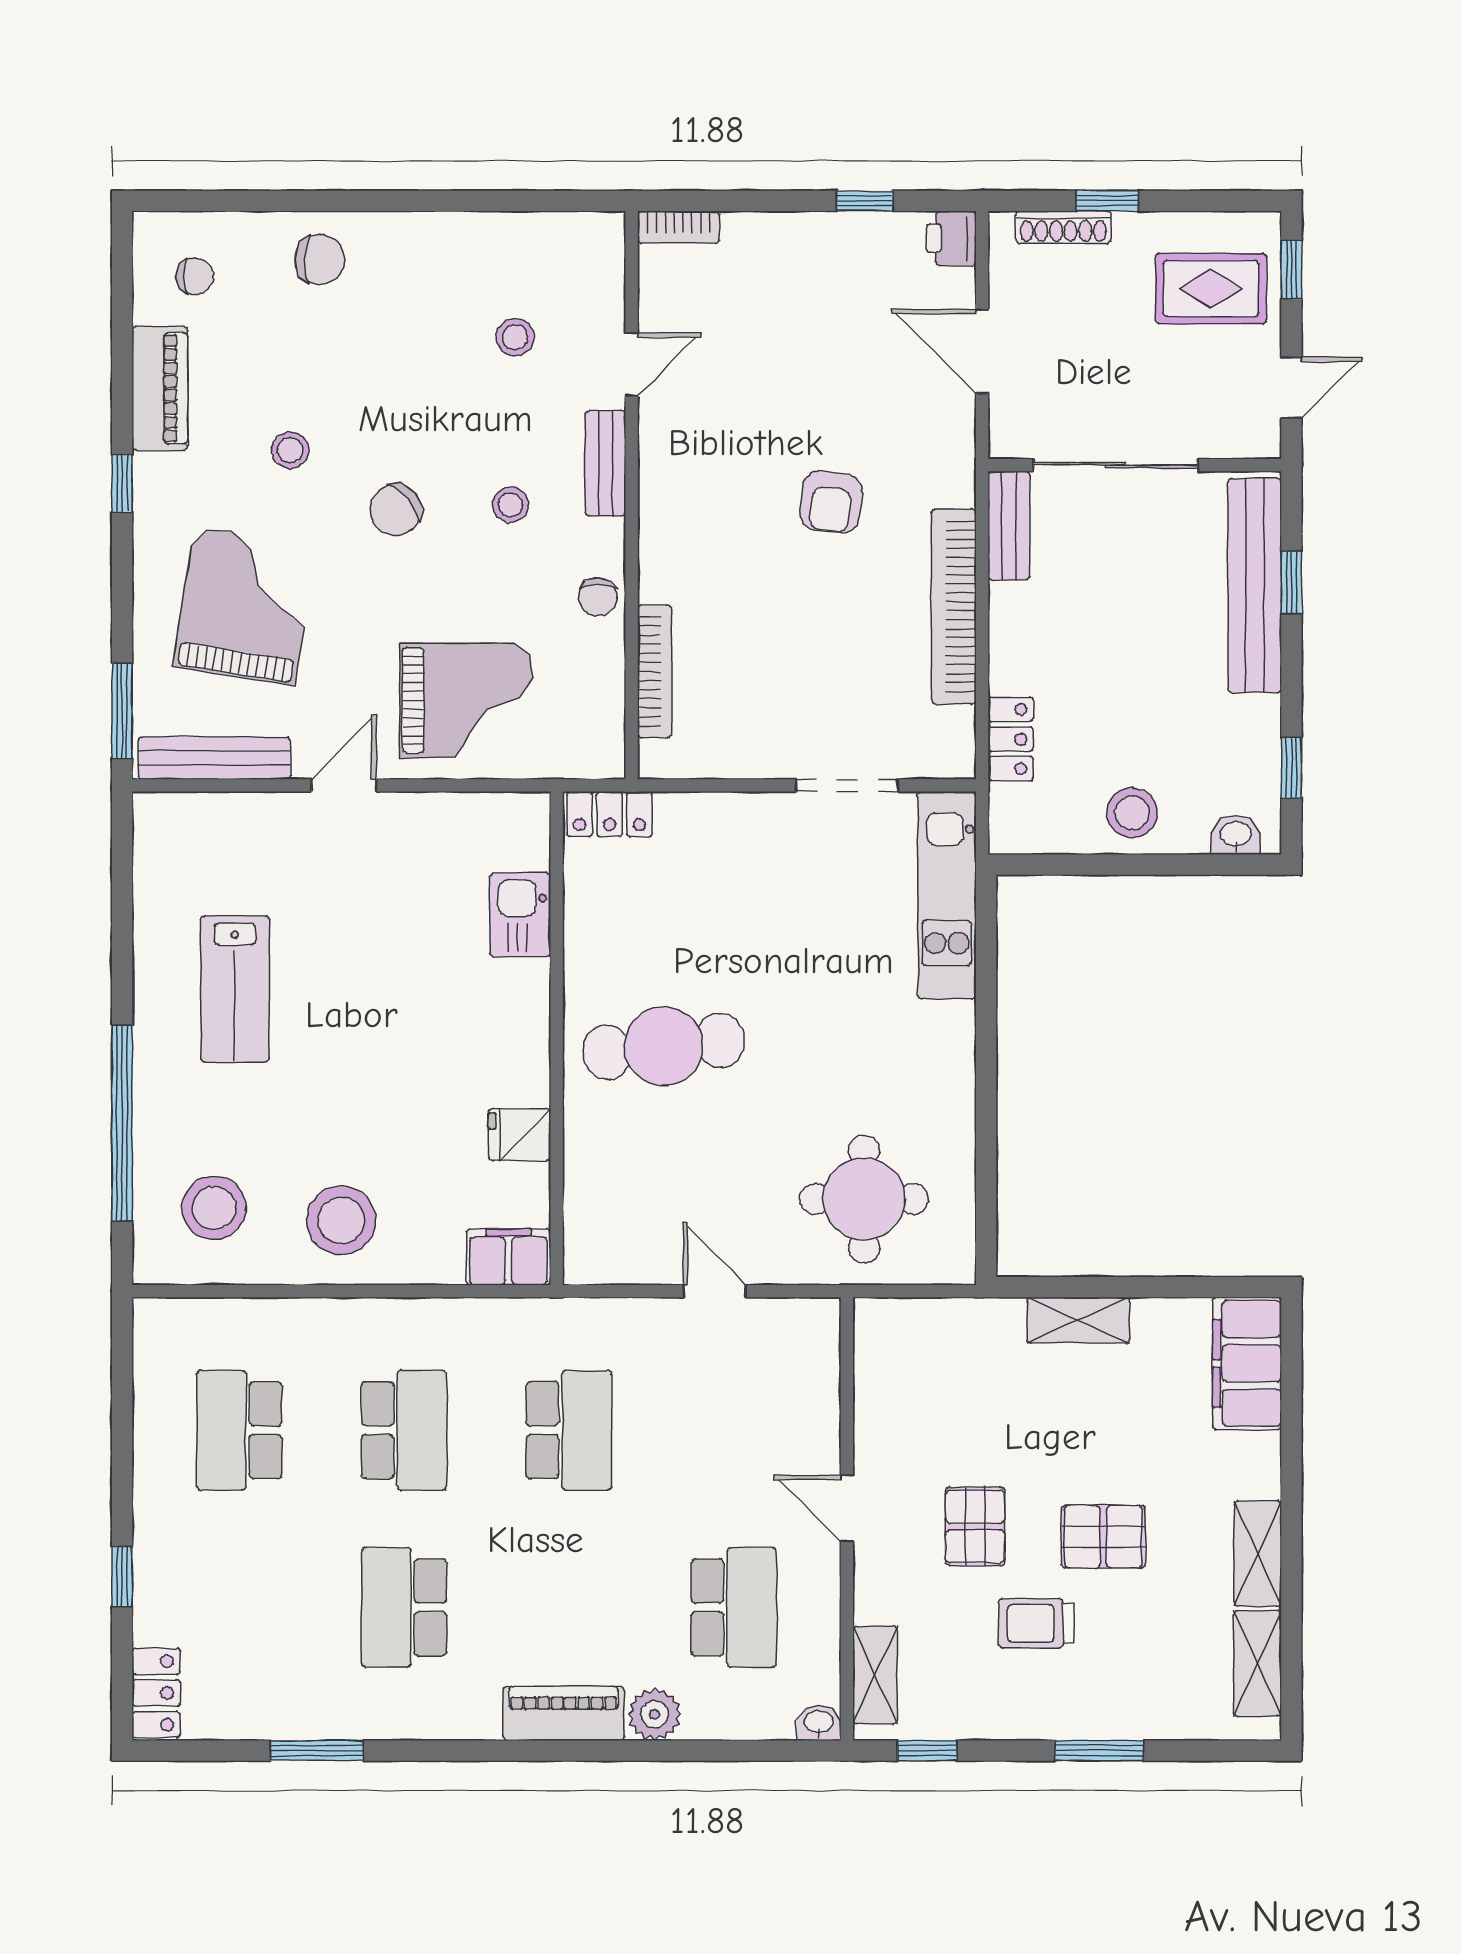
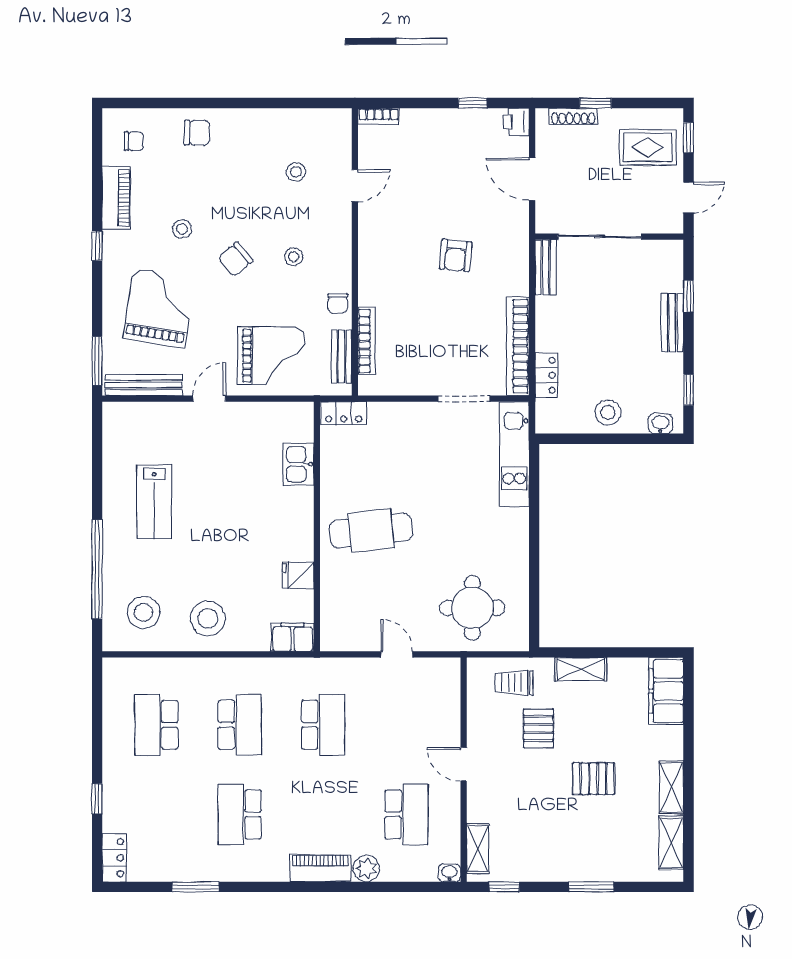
bench: (605, 463) -> (342, 357), moved
bench: (1255, 586) -> (672, 323), width x0.54, depth x0.82
bookcase: (954, 606) -> (518, 346), moved
pallet: (975, 1526) -> (538, 728), moved
trolley: (1036, 1623) -> (514, 683), moved

